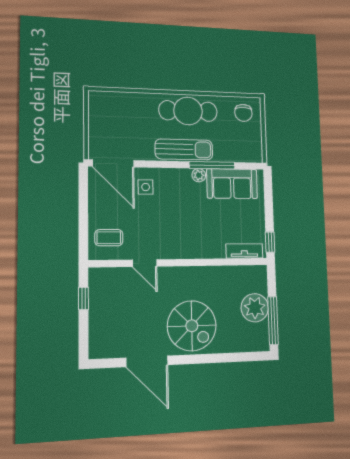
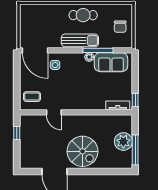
cafe table: (188, 111) -> (83, 15), width x0.73, depth x0.74
chair: (243, 113) -> (120, 27), moved

